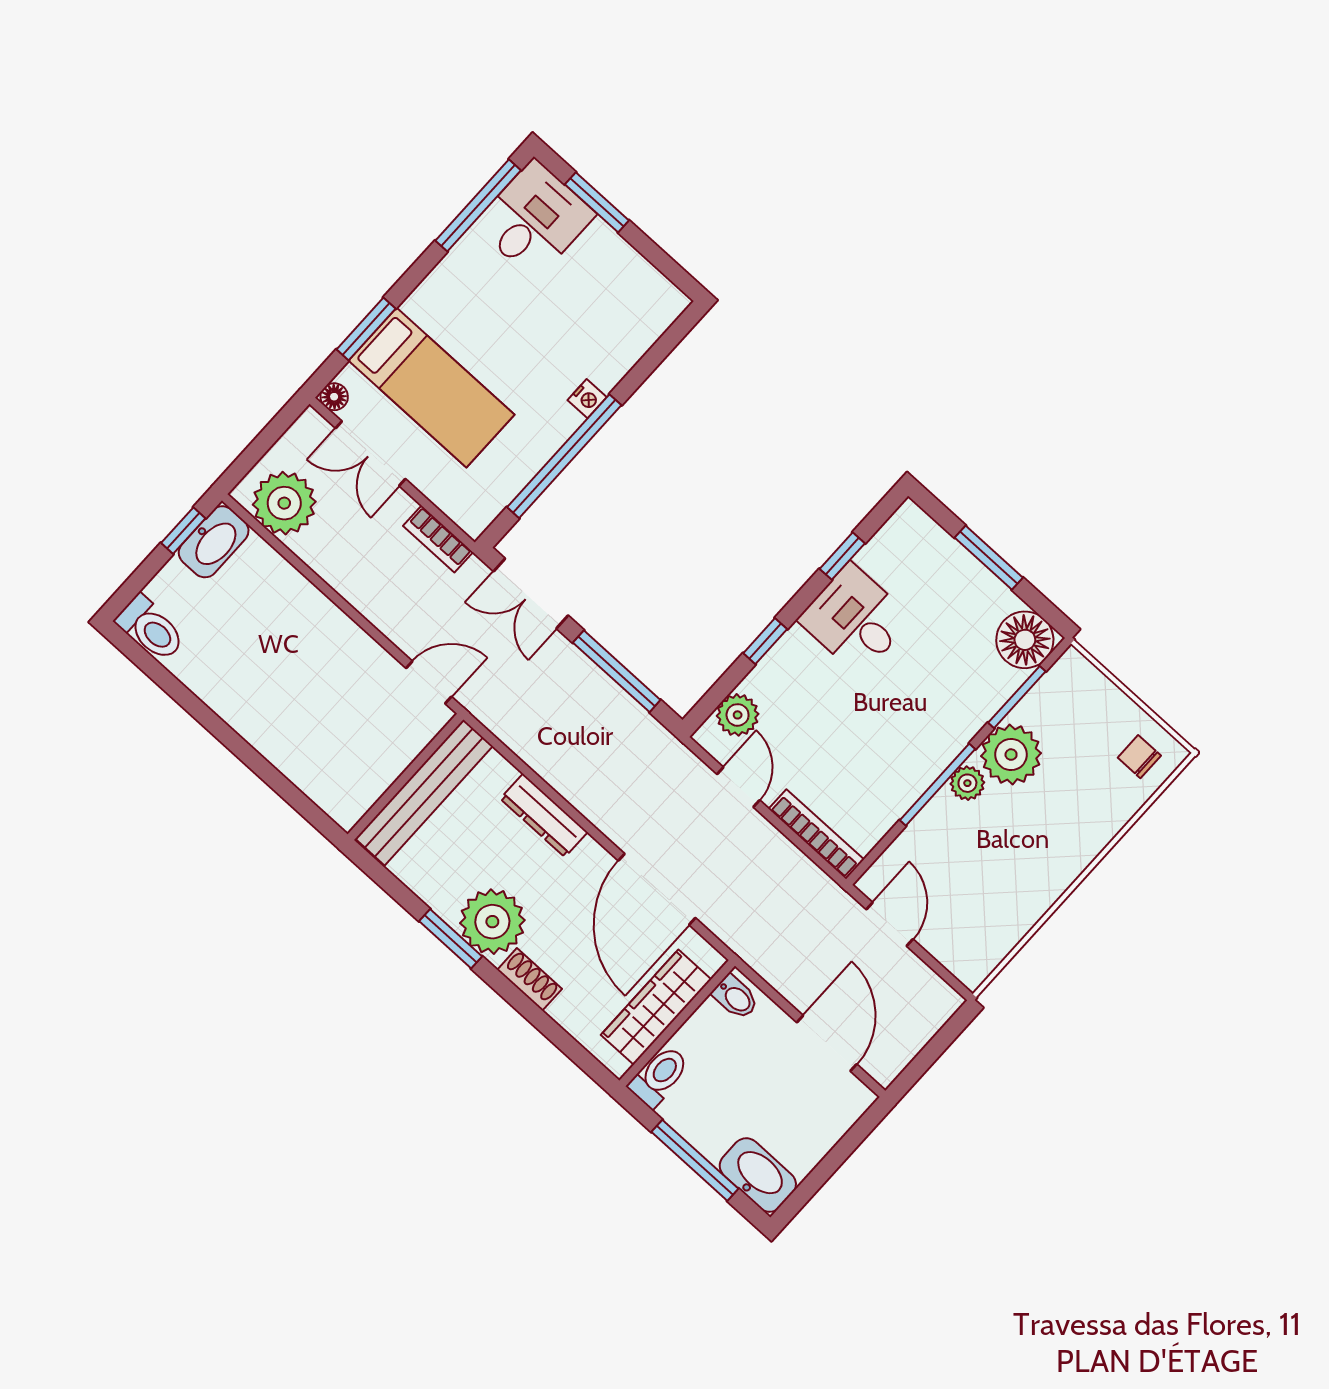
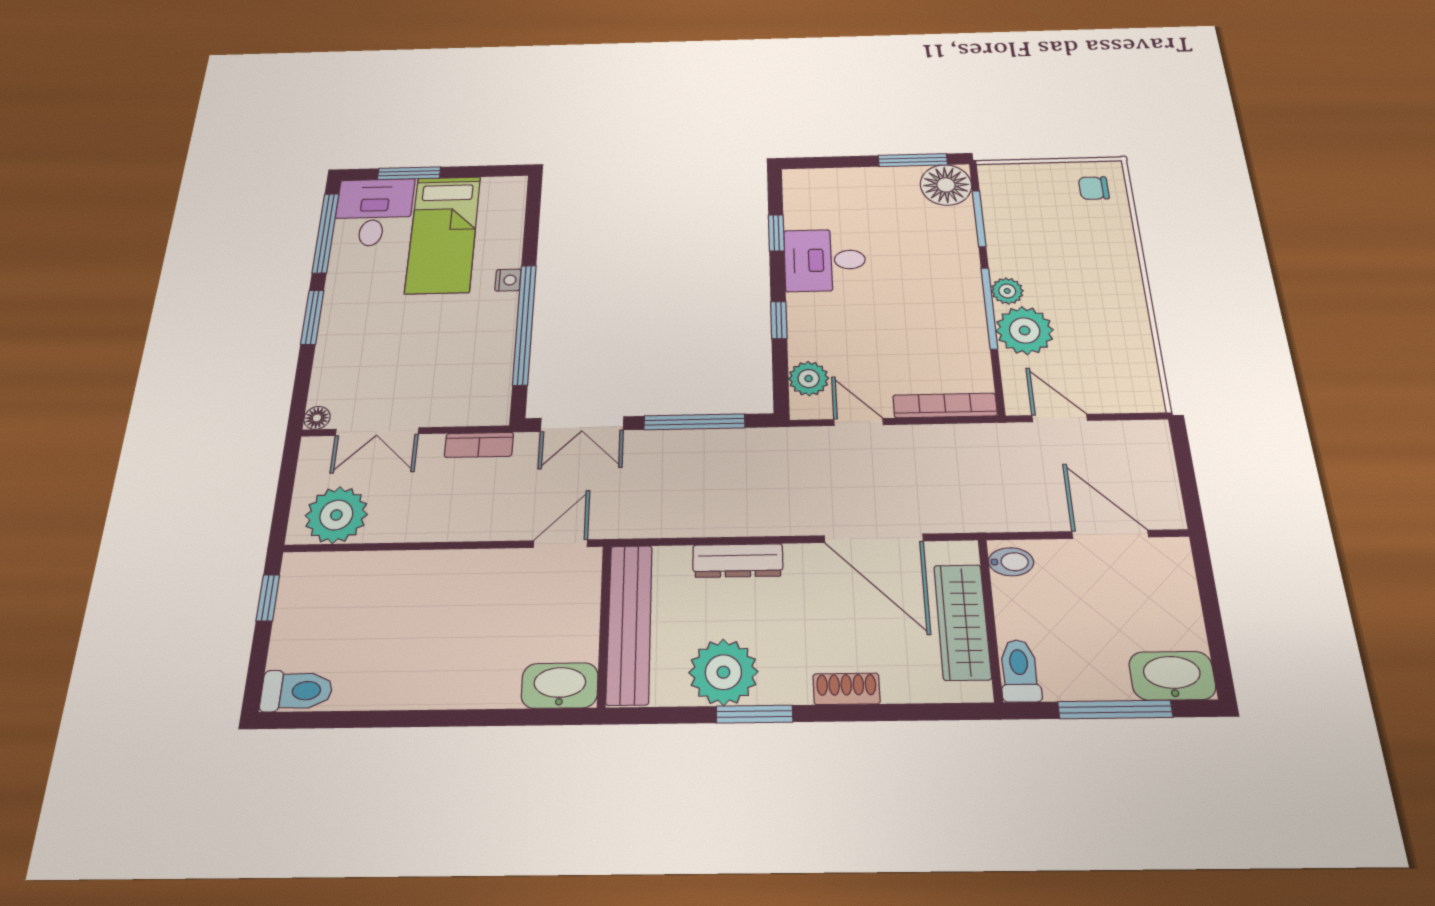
window: (366, 329) -> (312, 317), moved
bed: (431, 388) -> (443, 234), moved, turned 90
washbasin: (214, 542) -> (560, 686), moved, turned -90
window: (989, 558) -> (913, 160), moved
plant: (1011, 755) -> (1025, 330), moved
plant: (492, 922) -> (723, 672), moved

